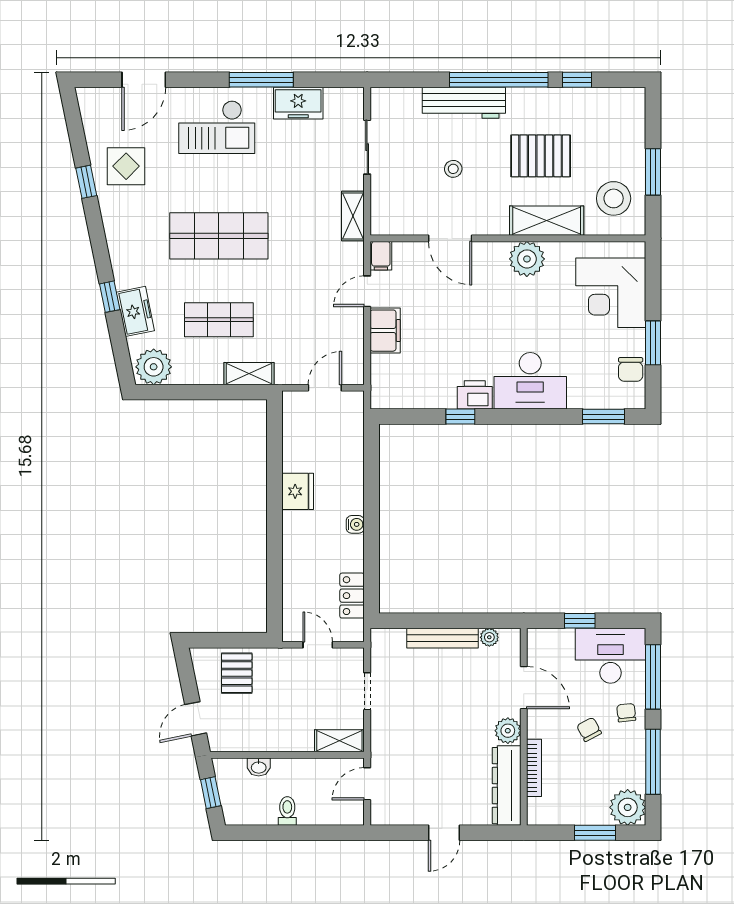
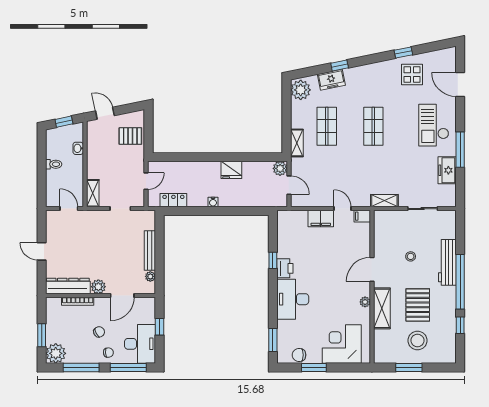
stool: (614, 198) -> (417, 340), moved
shop shelf: (219, 236) -> (373, 126), width x0.70, depth x0.74
door: (450, 238) -> (372, 269), moved
plant: (527, 259) -> (365, 302), width x0.53, depth x0.53
plant: (295, 404) -> (280, 168), added

